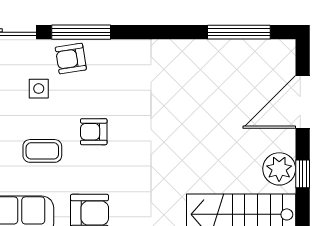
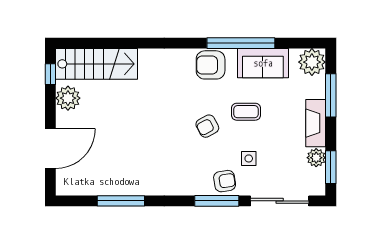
window: (239, 32) -> (121, 201), moved
armchair: (94, 132) -> (207, 126), turned 152
window: (303, 174) -> (50, 74), moved

